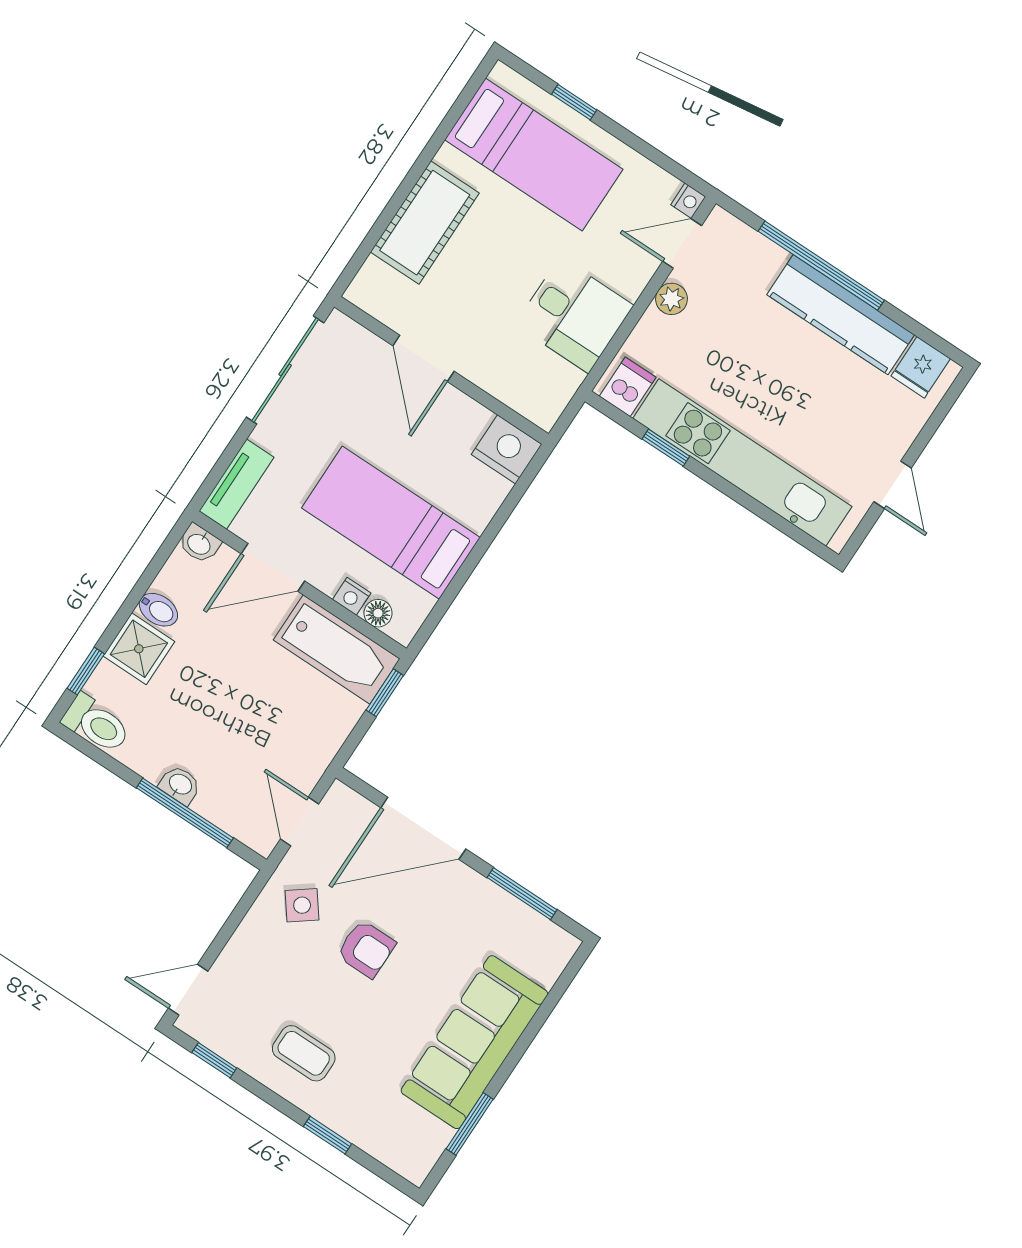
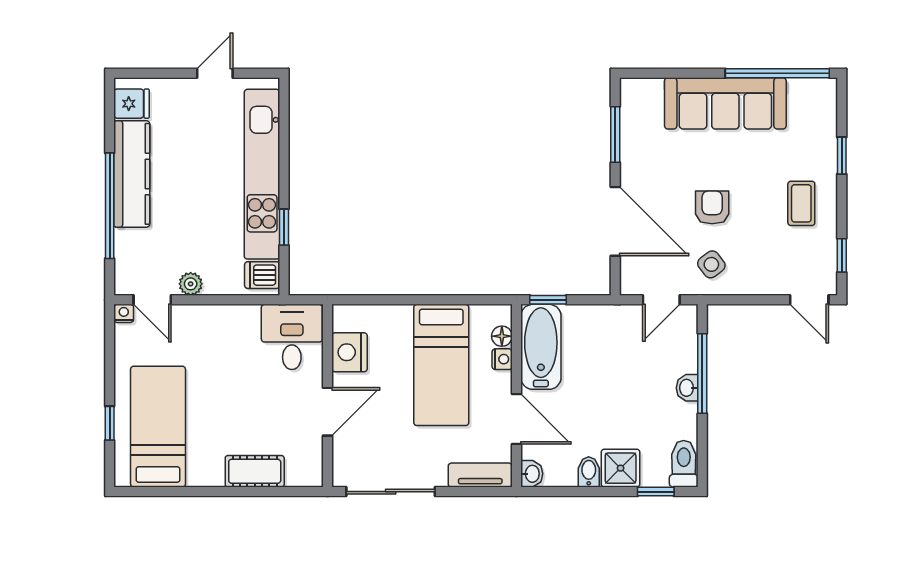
cot: (425, 223) -> (255, 471), width x0.73, depth x0.75
desk: (574, 315) -> (292, 337), moved
nightstand: (507, 449) -> (349, 352), moved
window: (470, 1124) -> (777, 73), width x2.11

